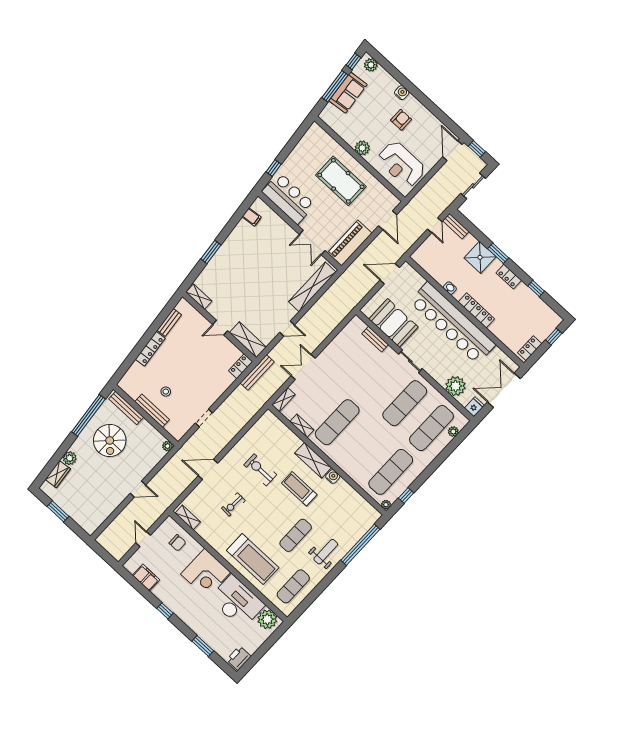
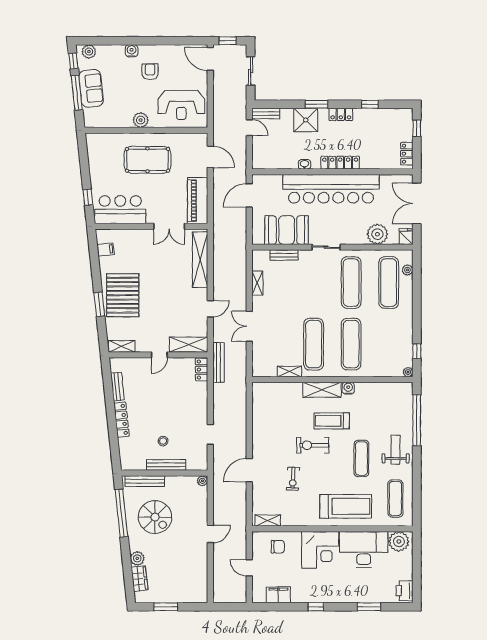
pallet: (234, 261) -> (123, 295), added
shelving: (283, 400) -> (257, 283), moved
exercise bike: (260, 470) -> (313, 445), moved
exercise mat: (391, 472) -> (351, 344), moved

